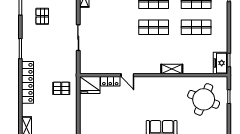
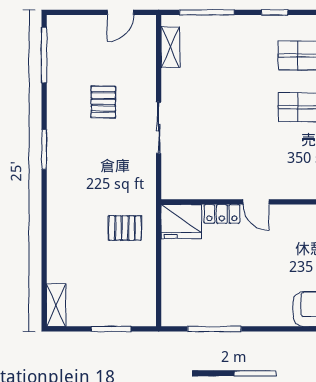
pallet: (42, 16) -> (103, 102), moved
locker: (28, 82) -> (58, 216), removed

